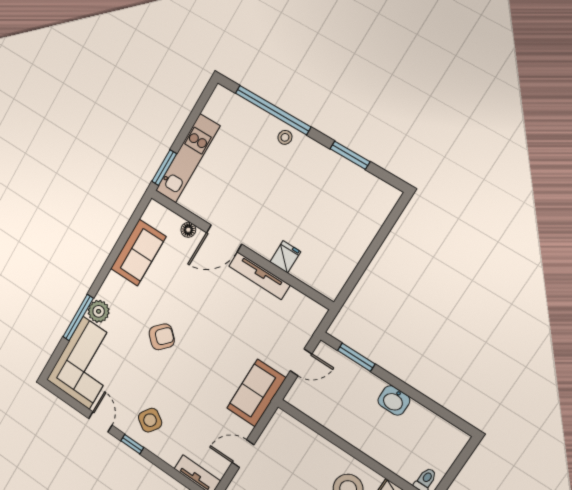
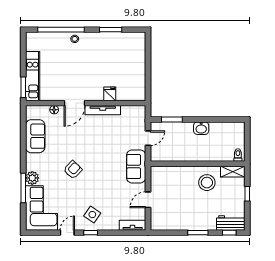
door: (100, 422) -> (67, 233), hinge flipped

